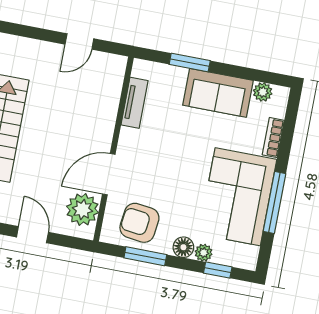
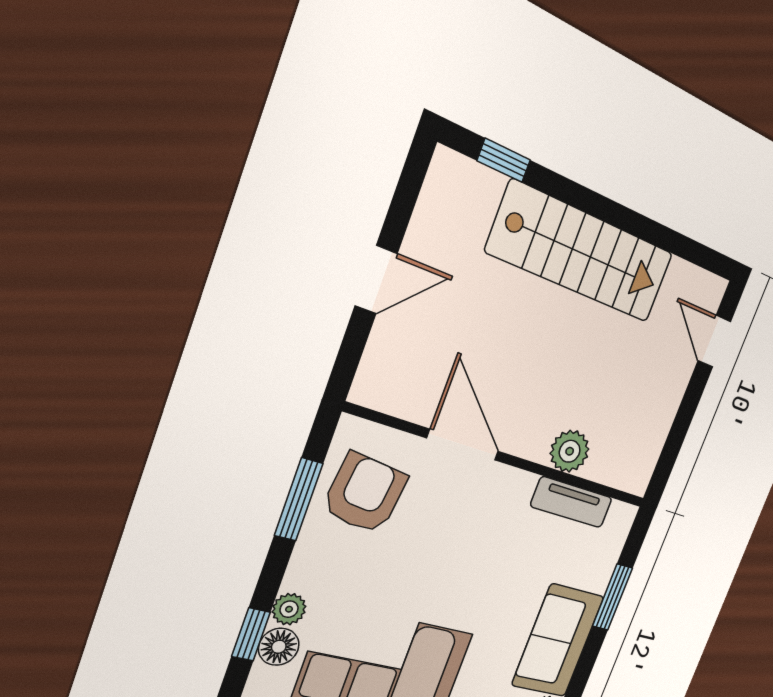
door: (79, 41) -> (714, 341), moved
plant: (82, 209) -> (570, 451), moved, width x0.73, depth x0.73
floor lamp: (183, 247) -> (279, 647), moved

